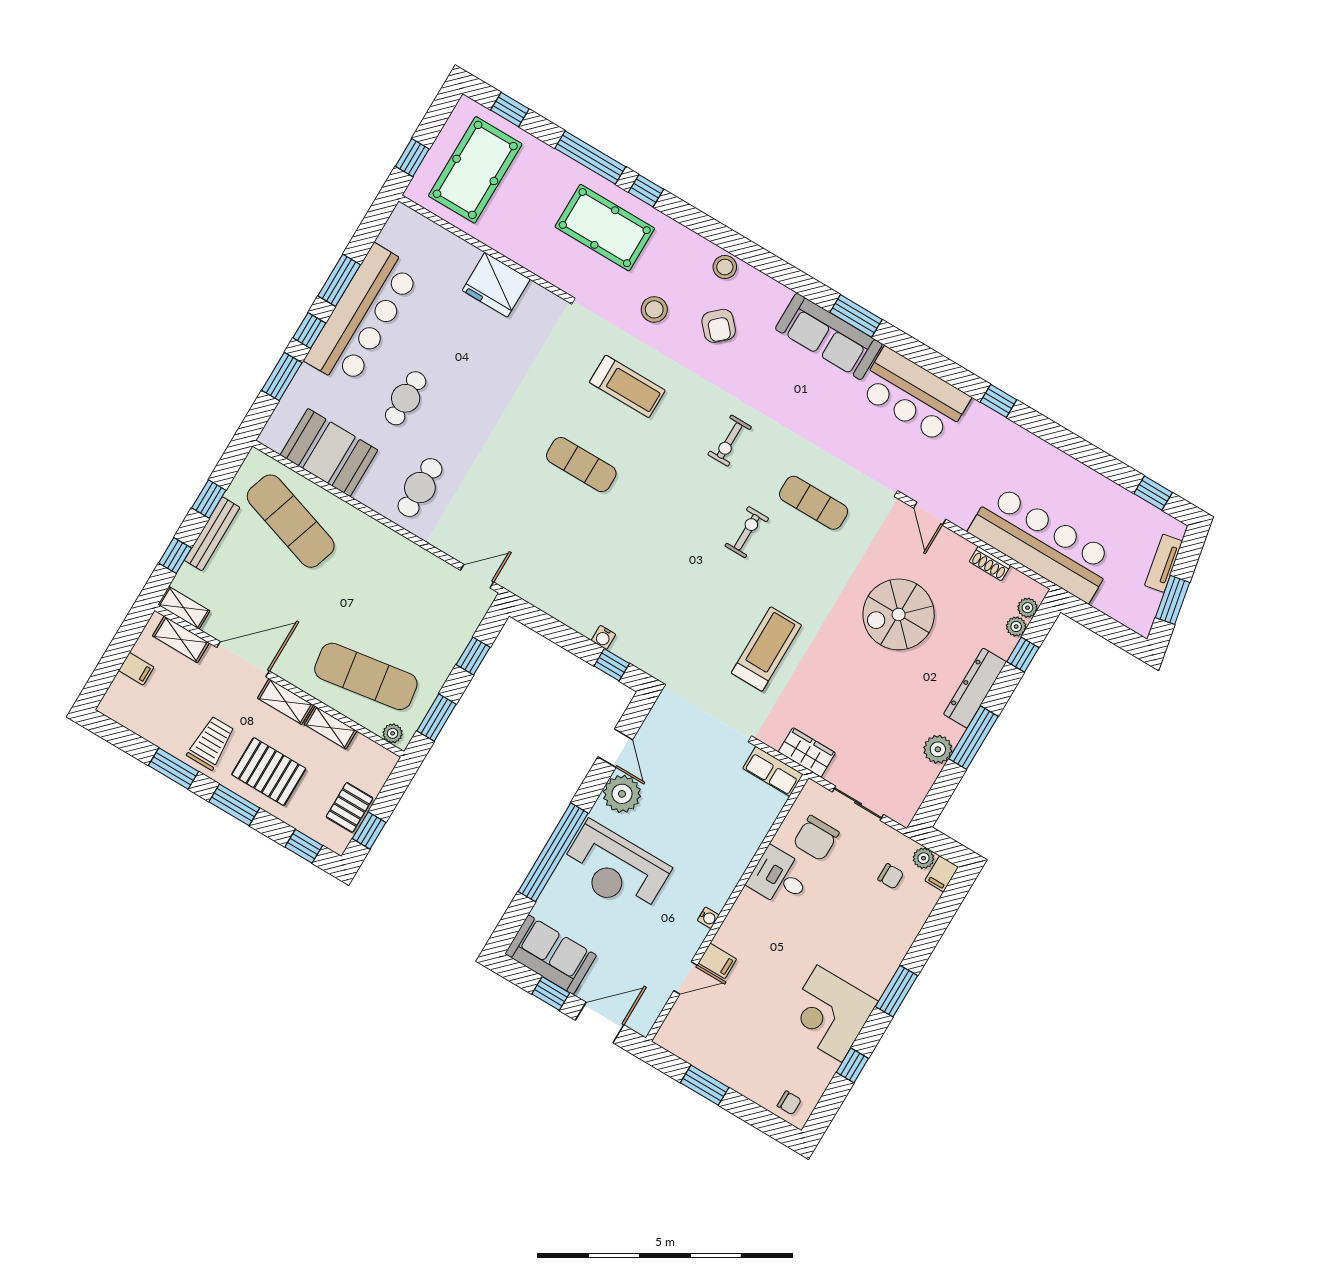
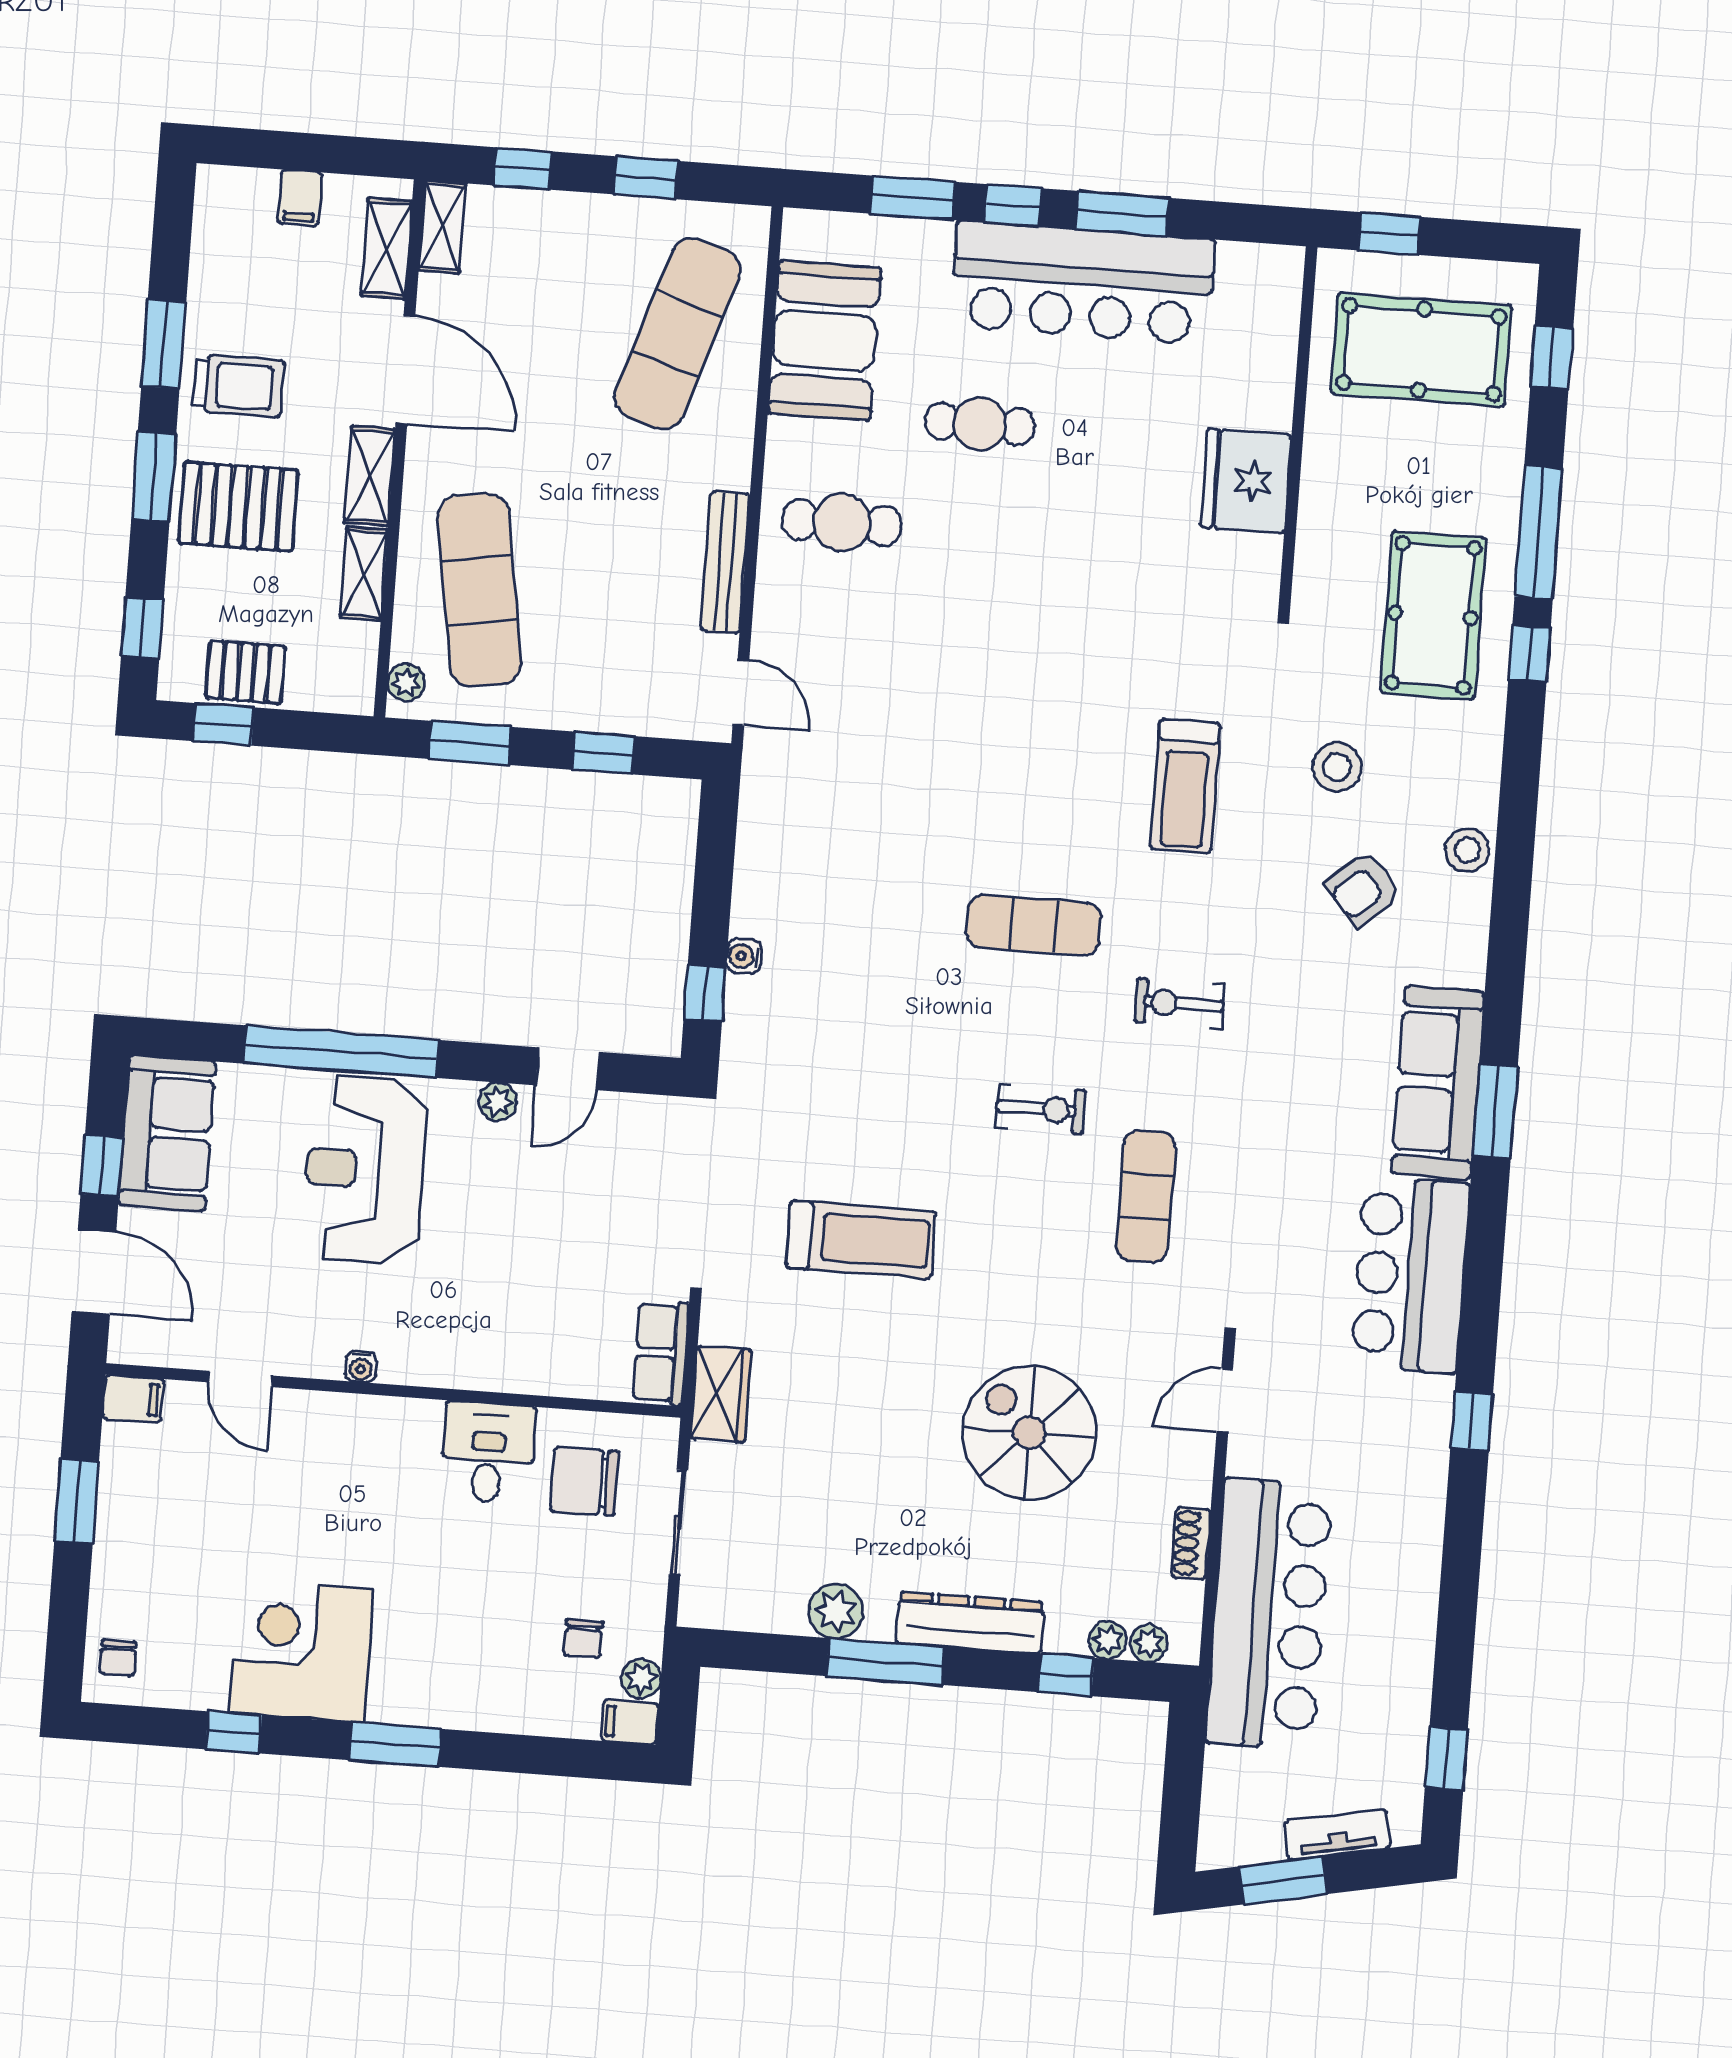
exercise mat: (581, 465) -> (1034, 925), moved, turned 90
bench: (212, 534) -> (725, 562), moved, turned 90
pallet: (269, 772) -> (238, 507), turned 90
plant: (622, 794) -> (498, 1102), width x0.53, depth x0.53
filing cabinet: (717, 961) -> (133, 1399), moved, turned -90

